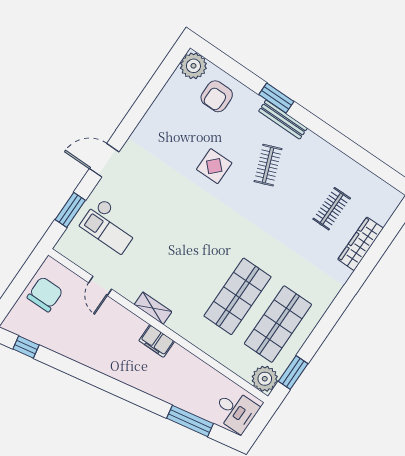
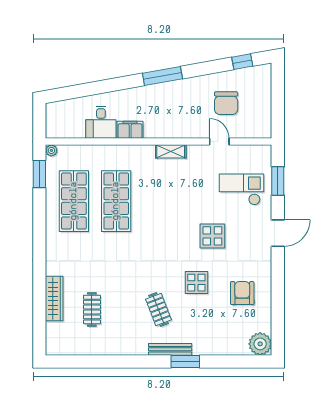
armchair: (217, 96) -> (242, 293), moved
display table: (169, 200) -> (212, 236), added
chair: (45, 294) -> (226, 103), moved
filing cabinet: (157, 341) -> (130, 130), moved
plant: (265, 379) -> (51, 150), width x0.53, depth x0.53
desk: (236, 411) -> (101, 122), moved, turned -90
window: (190, 421) -> (162, 76), moved

